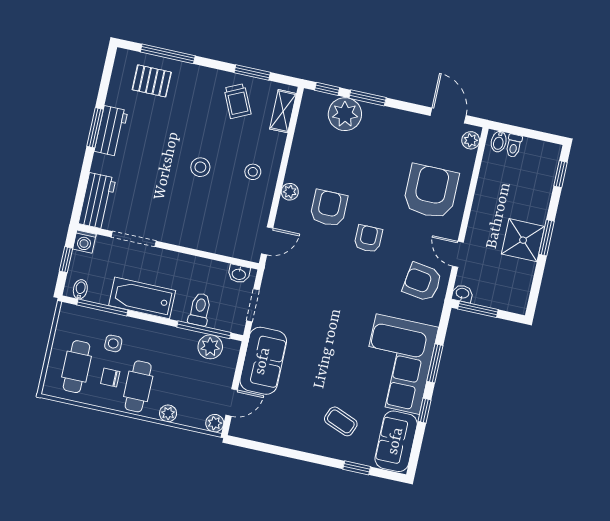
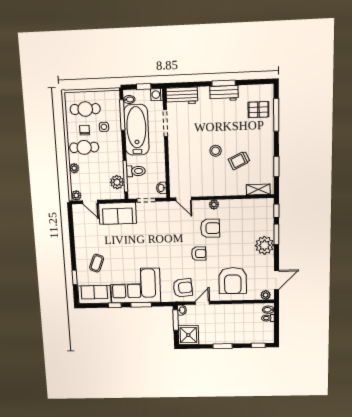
pallet: (152, 81) -> (258, 110), turned 90
trolley: (238, 101) -> (239, 160), moved
plant: (345, 114) -> (265, 245), moved
stool: (253, 172) -> (220, 181), removed
armchair: (431, 191) -> (233, 281), turned 90
shower: (523, 240) -> (188, 335), moved
armchair: (422, 282) -> (183, 288), turned 77
bathtub: (142, 298) -> (136, 130), width x1.36, depth x1.36

